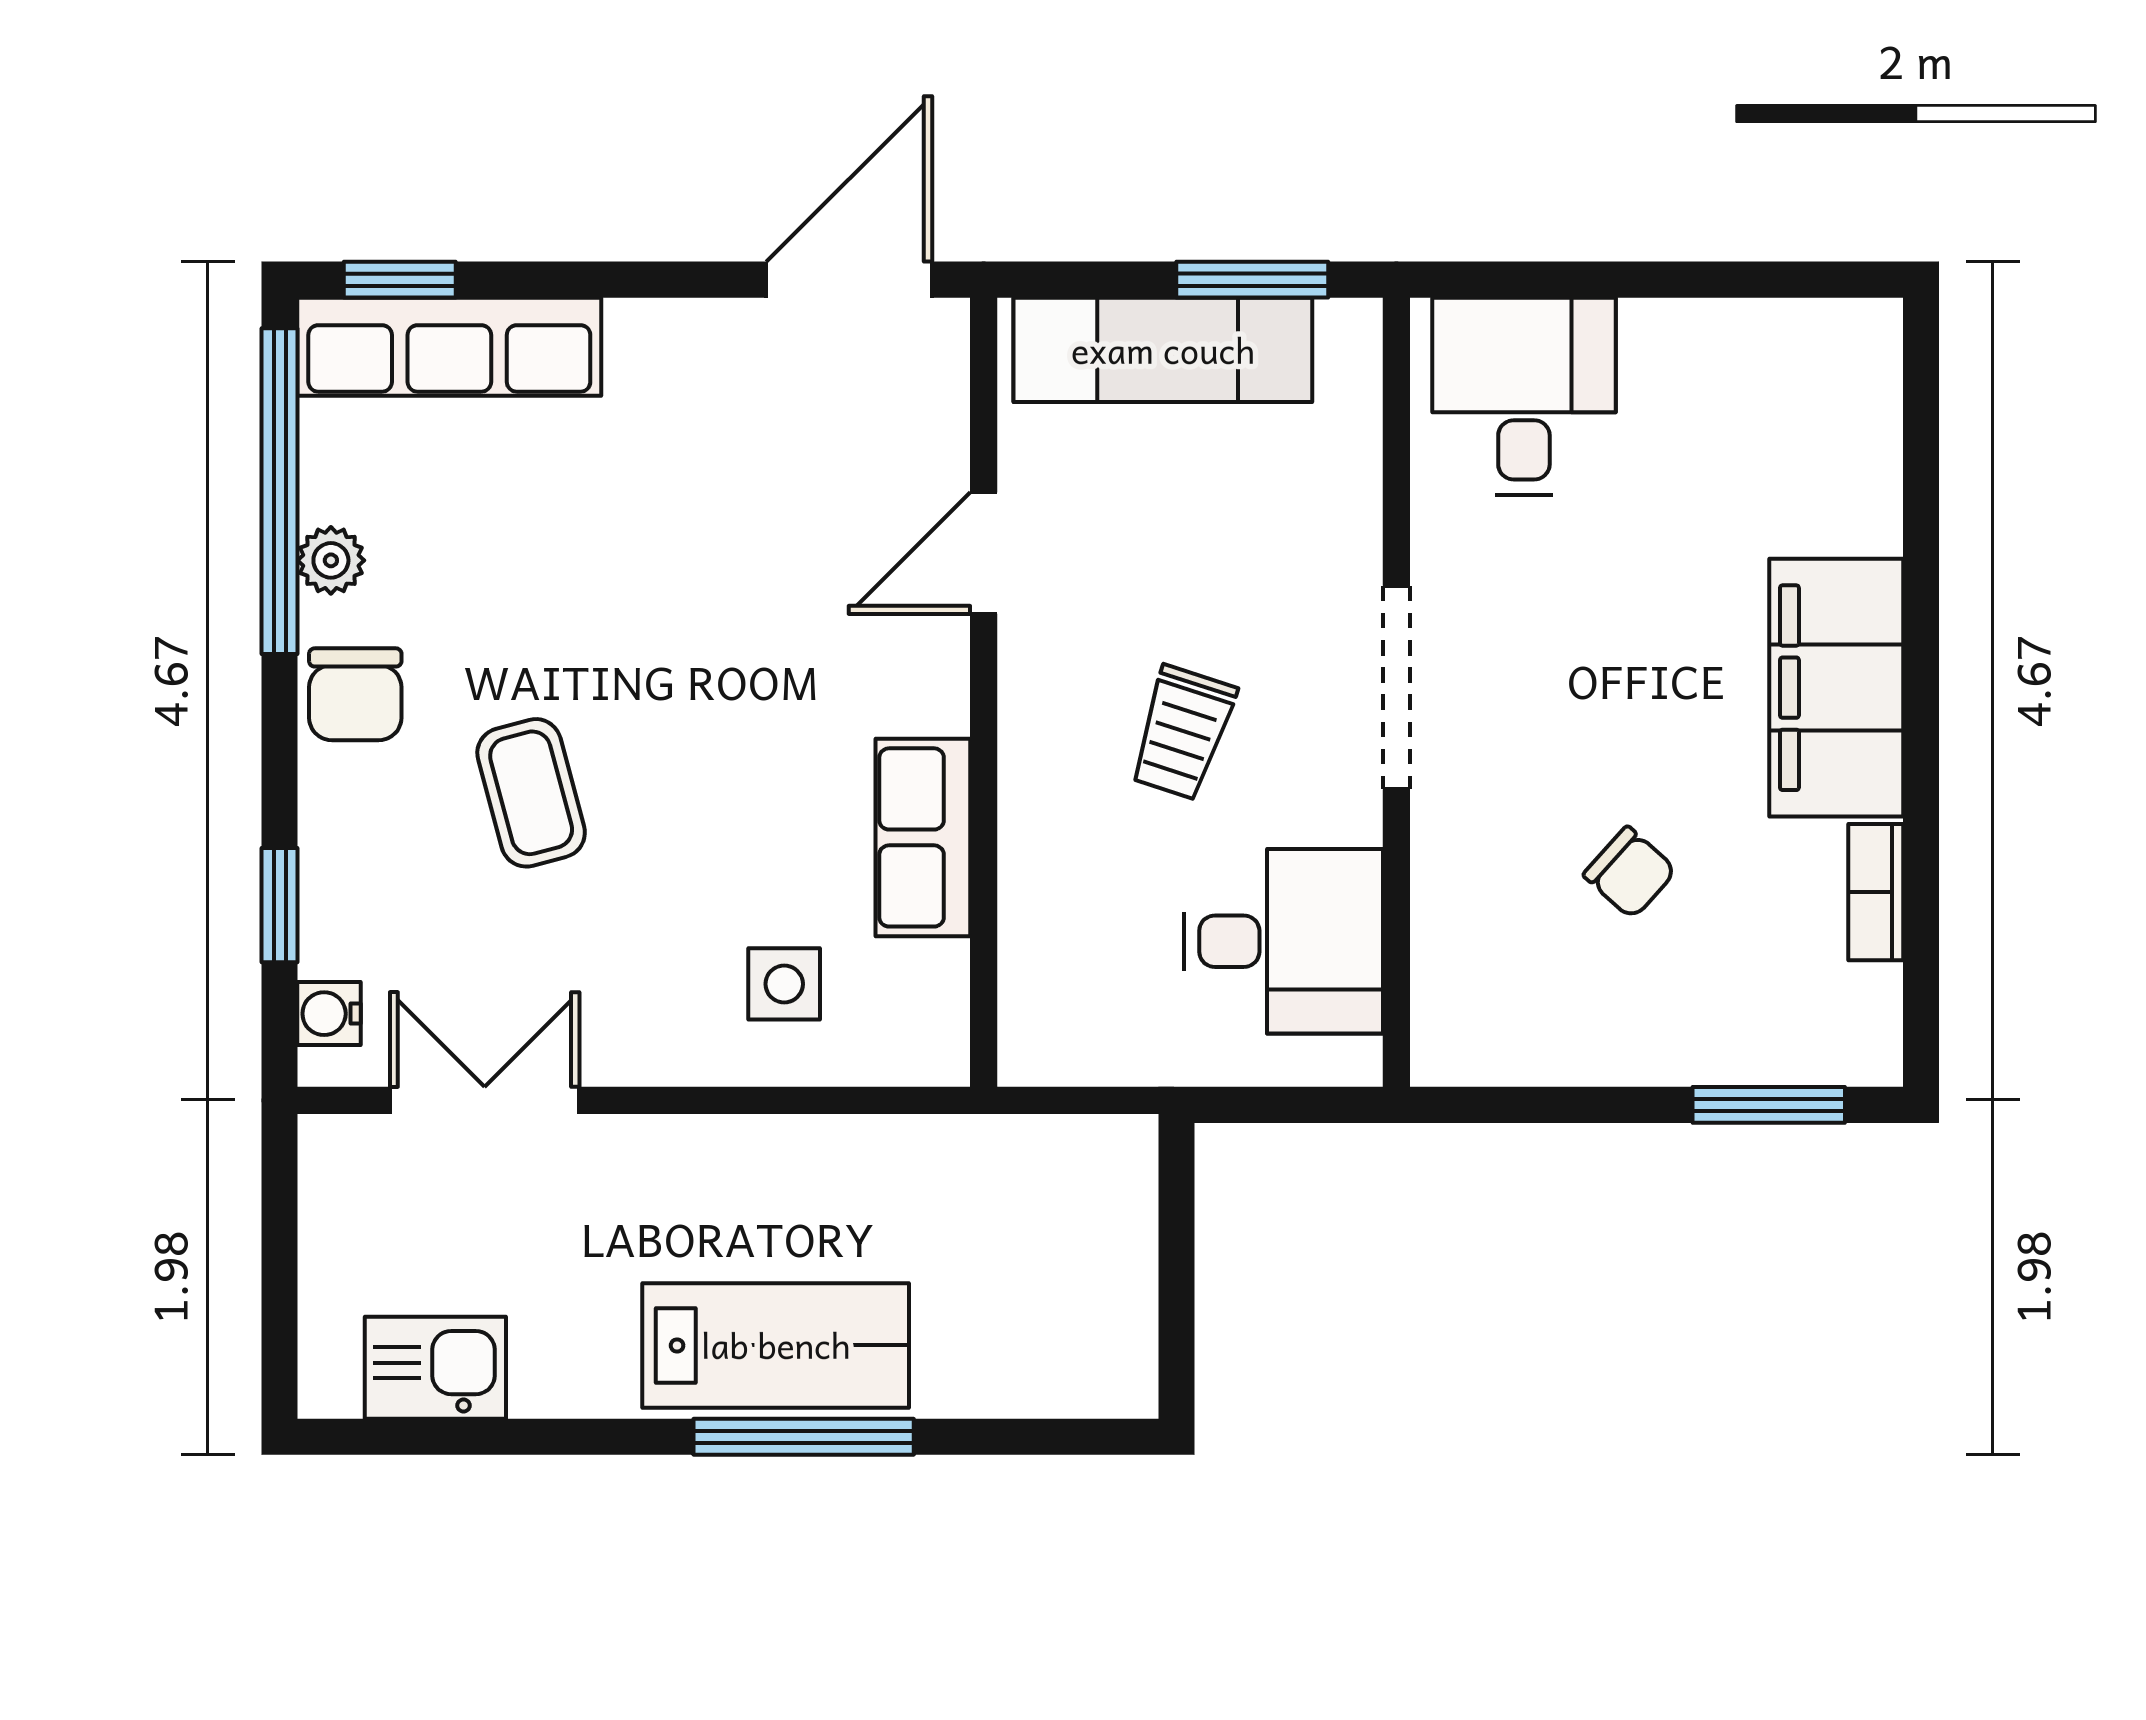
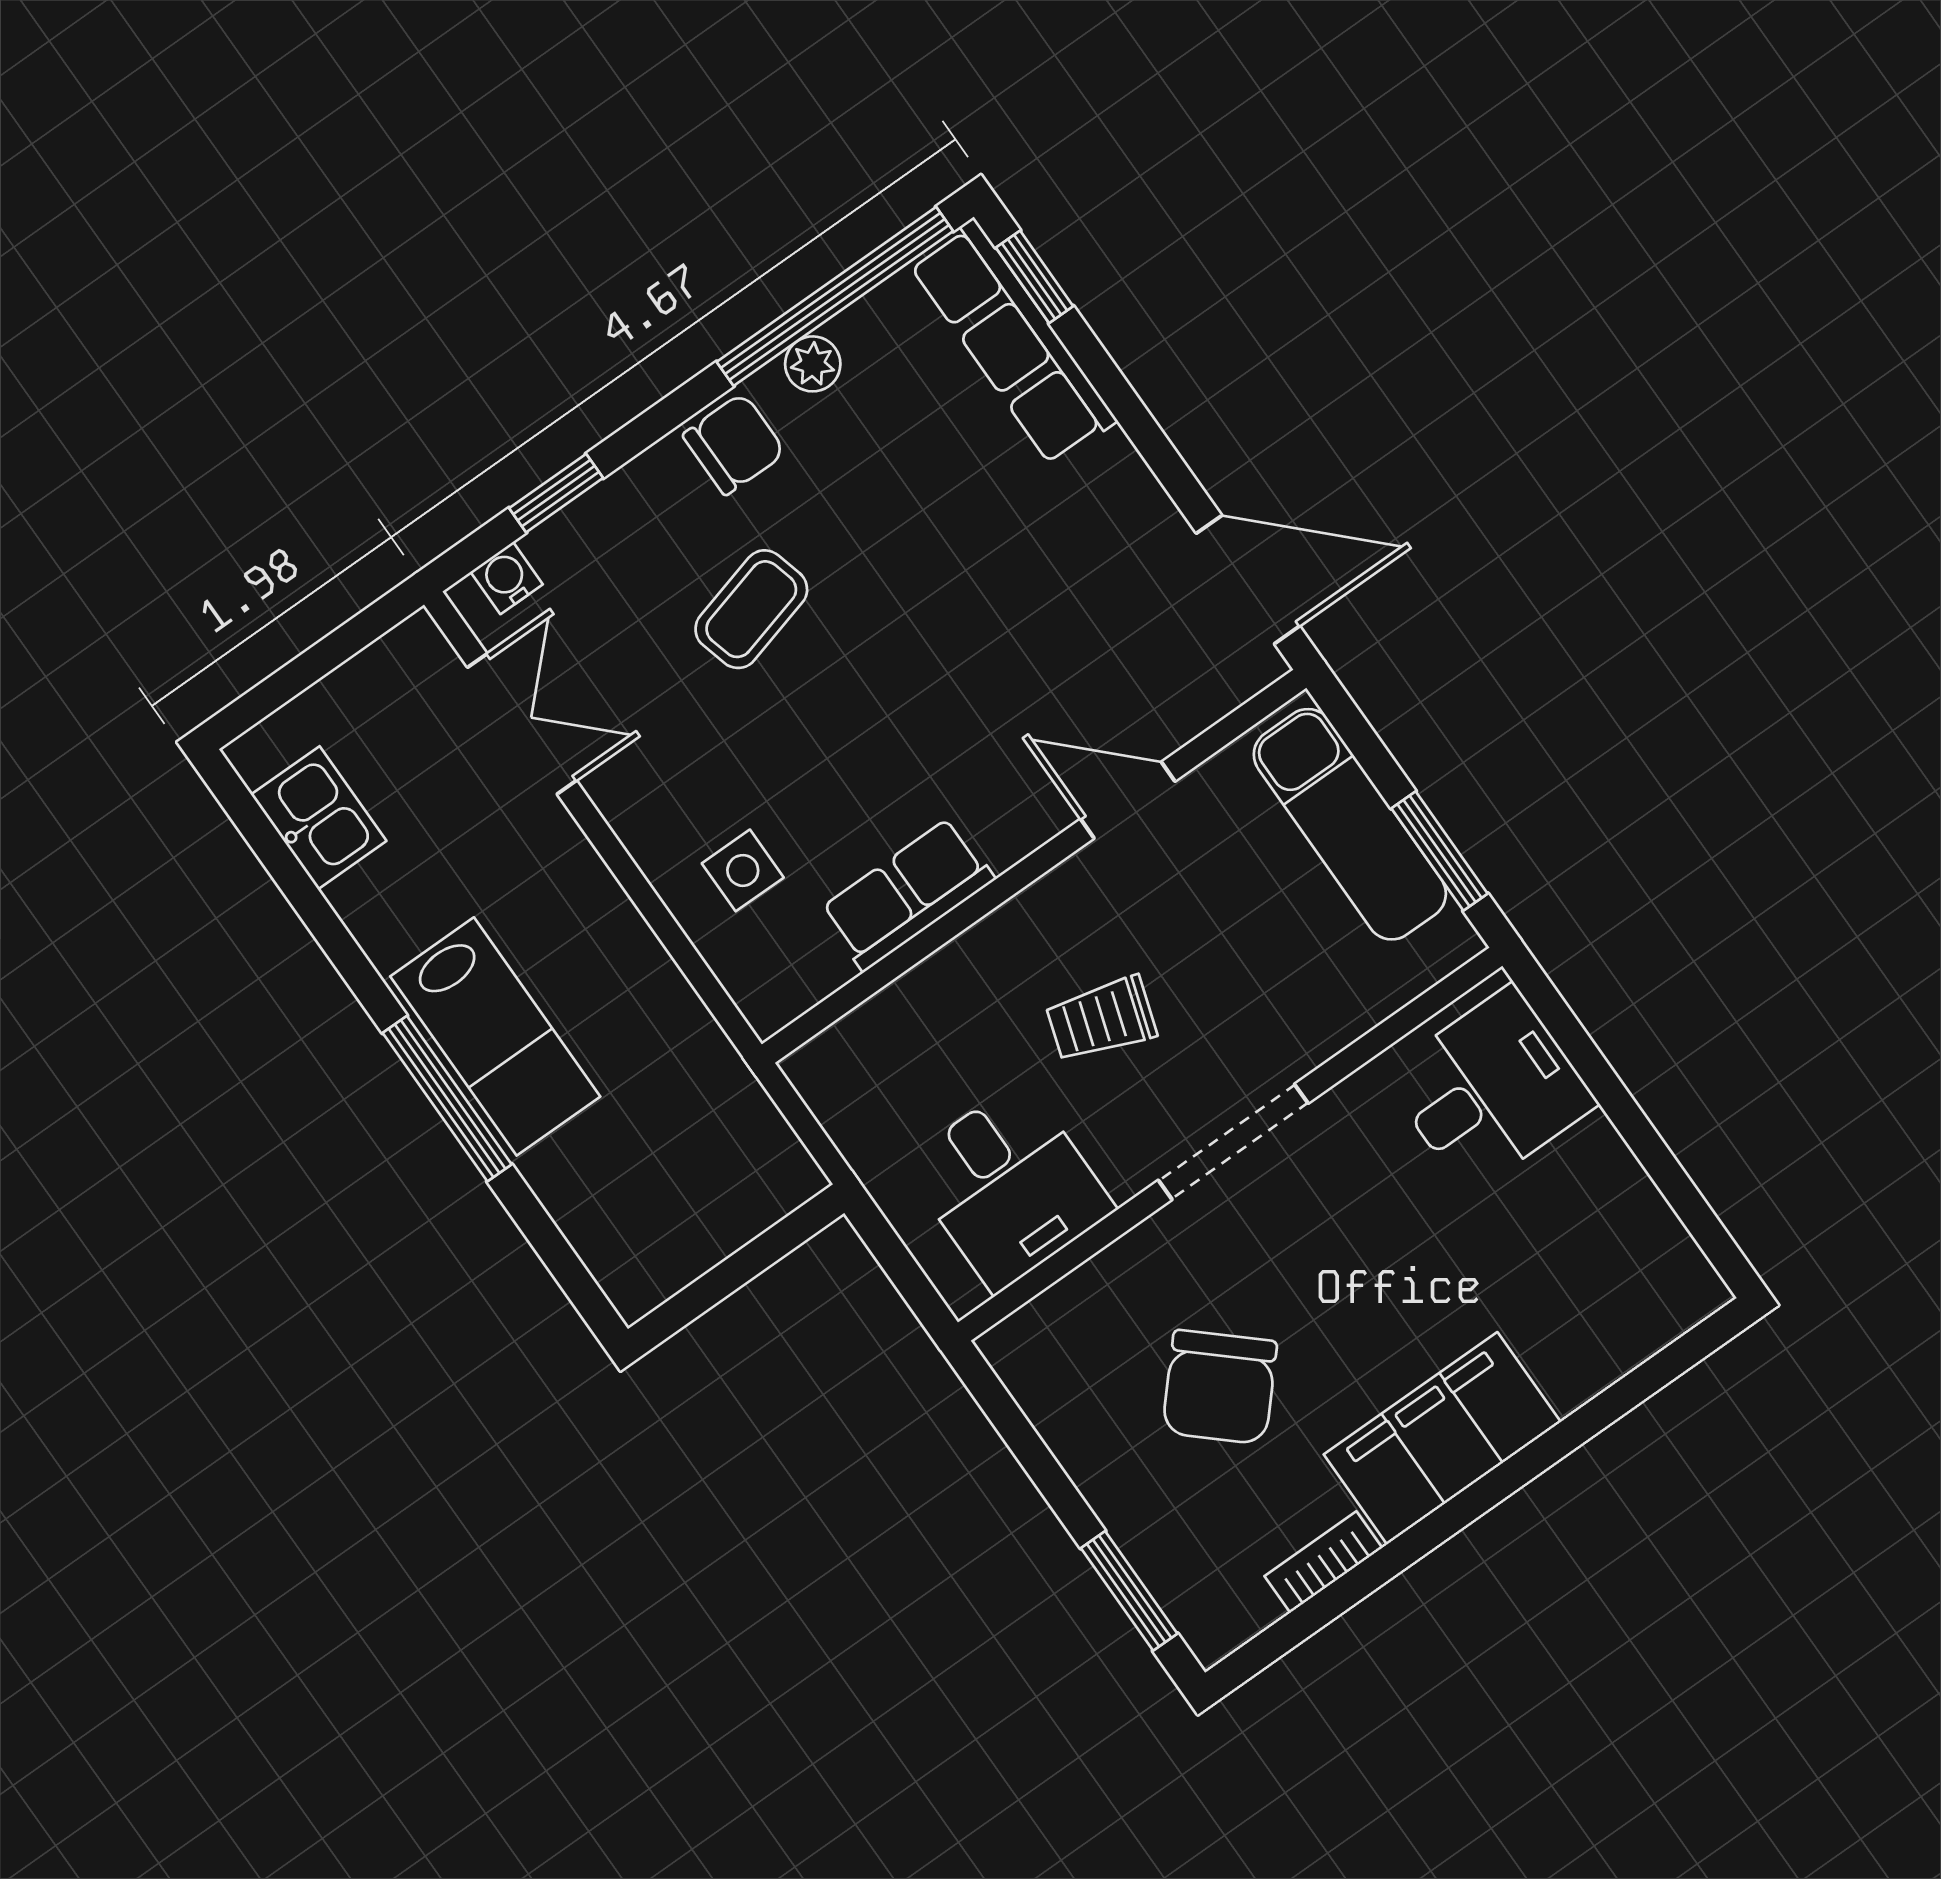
chair: (355, 694) -> (734, 444), turned 180
chair: (1630, 873) -> (1220, 1387), width x1.87, depth x1.87

